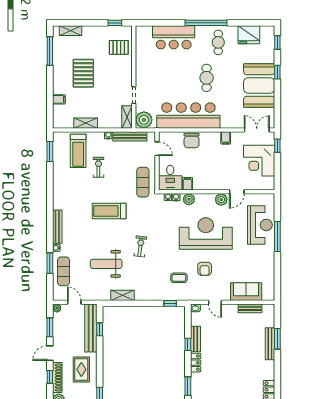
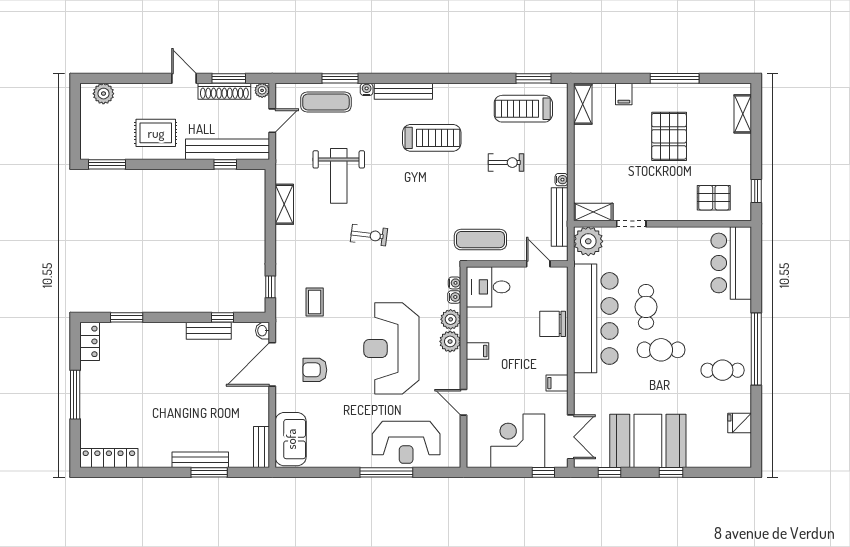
fridge: (249, 35) -> (740, 423), width x0.53, depth x0.75
bar counter: (174, 37) -> (731, 263), moved
window: (277, 42) -> (609, 472), moved
pallet: (119, 47) -> (714, 198), turned 90
window: (50, 51) -> (675, 78), moved
pallet: (83, 73) -> (669, 136), turned 90
cafe table: (182, 87) -> (646, 307), added
shelving: (86, 123) -> (583, 104), moved
door: (157, 149) -> (538, 264), swing flipped
treadmill: (78, 151) -> (523, 109), moved
filing cabinet: (188, 184) -> (477, 351), moved
plant: (221, 200) -> (450, 341), moved
treadmill: (109, 211) -> (432, 138), moved, turned 90
reception desk: (206, 233) -> (391, 348), turned 180
weight bench: (106, 264) -> (339, 176), turned 180
armchair: (205, 269) -> (315, 370), moved
sofa: (246, 292) -> (291, 439), moved
door: (215, 302) -> (272, 364), width x1.88
bench: (250, 308) -> (261, 447), moved
window: (188, 344) -> (223, 317), moved
locker: (196, 363) -> (168, 331), removed
window: (50, 377) -> (143, 78), removed
shoe rack: (57, 377) -> (224, 91), moved

